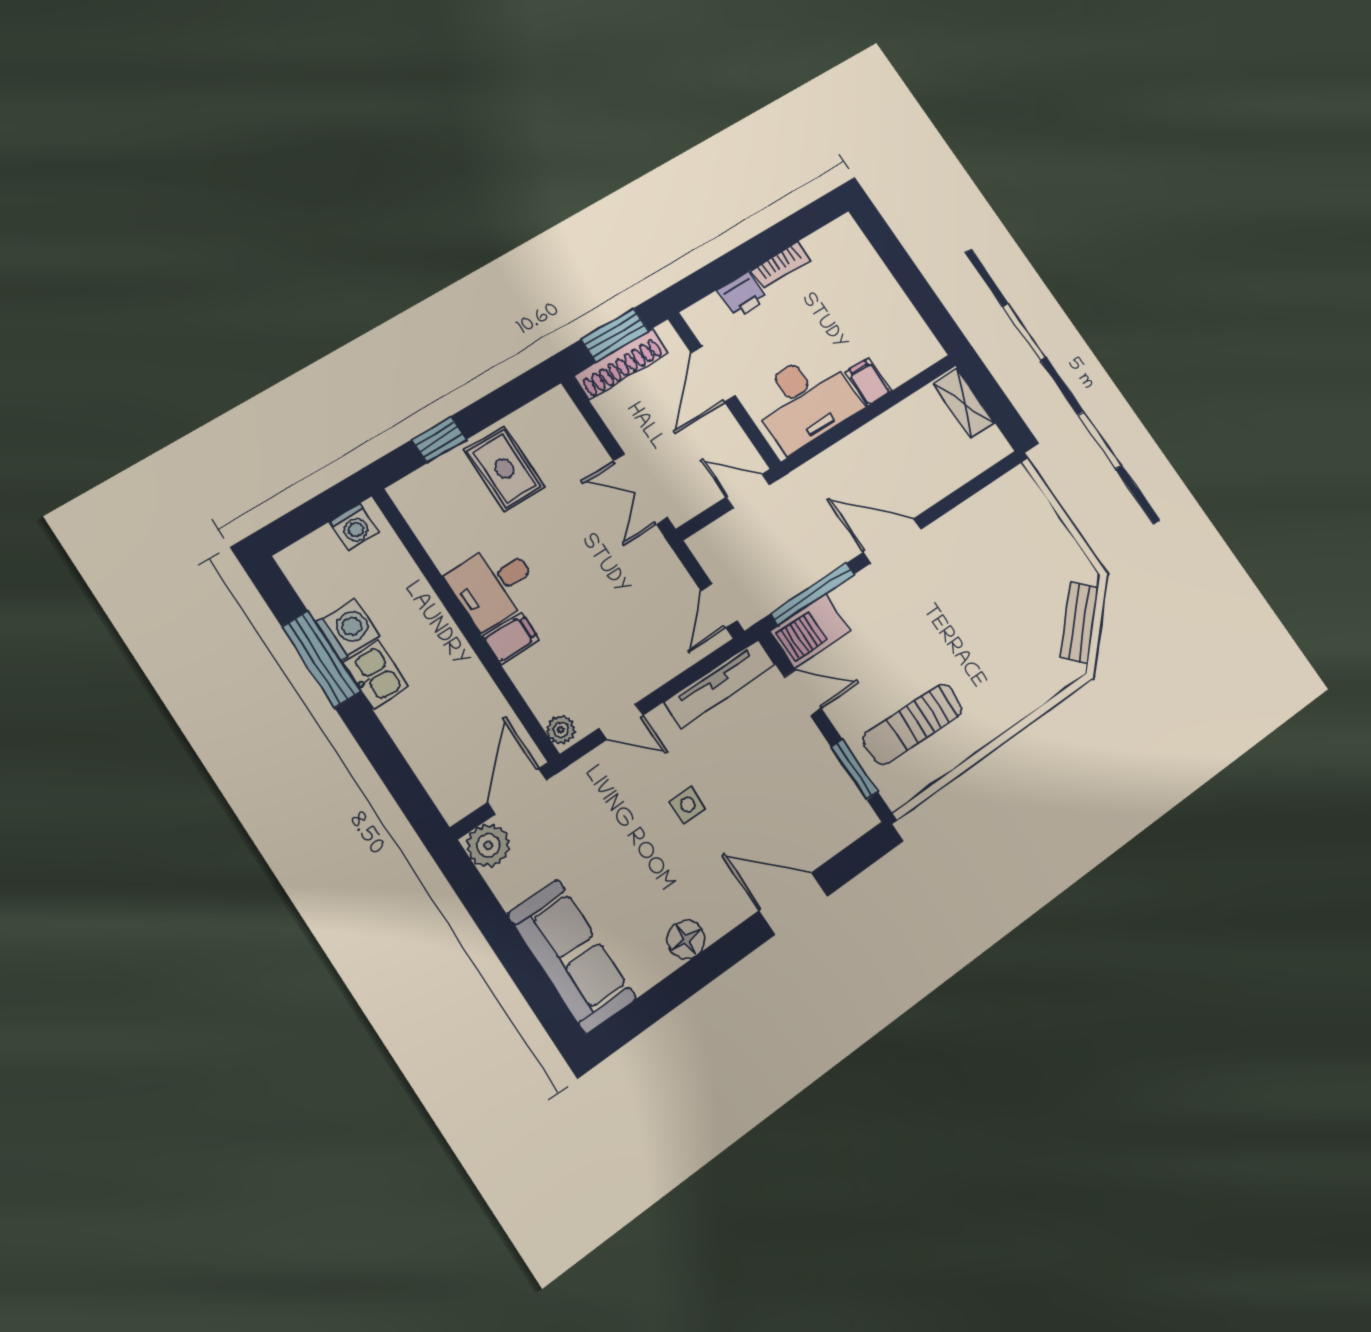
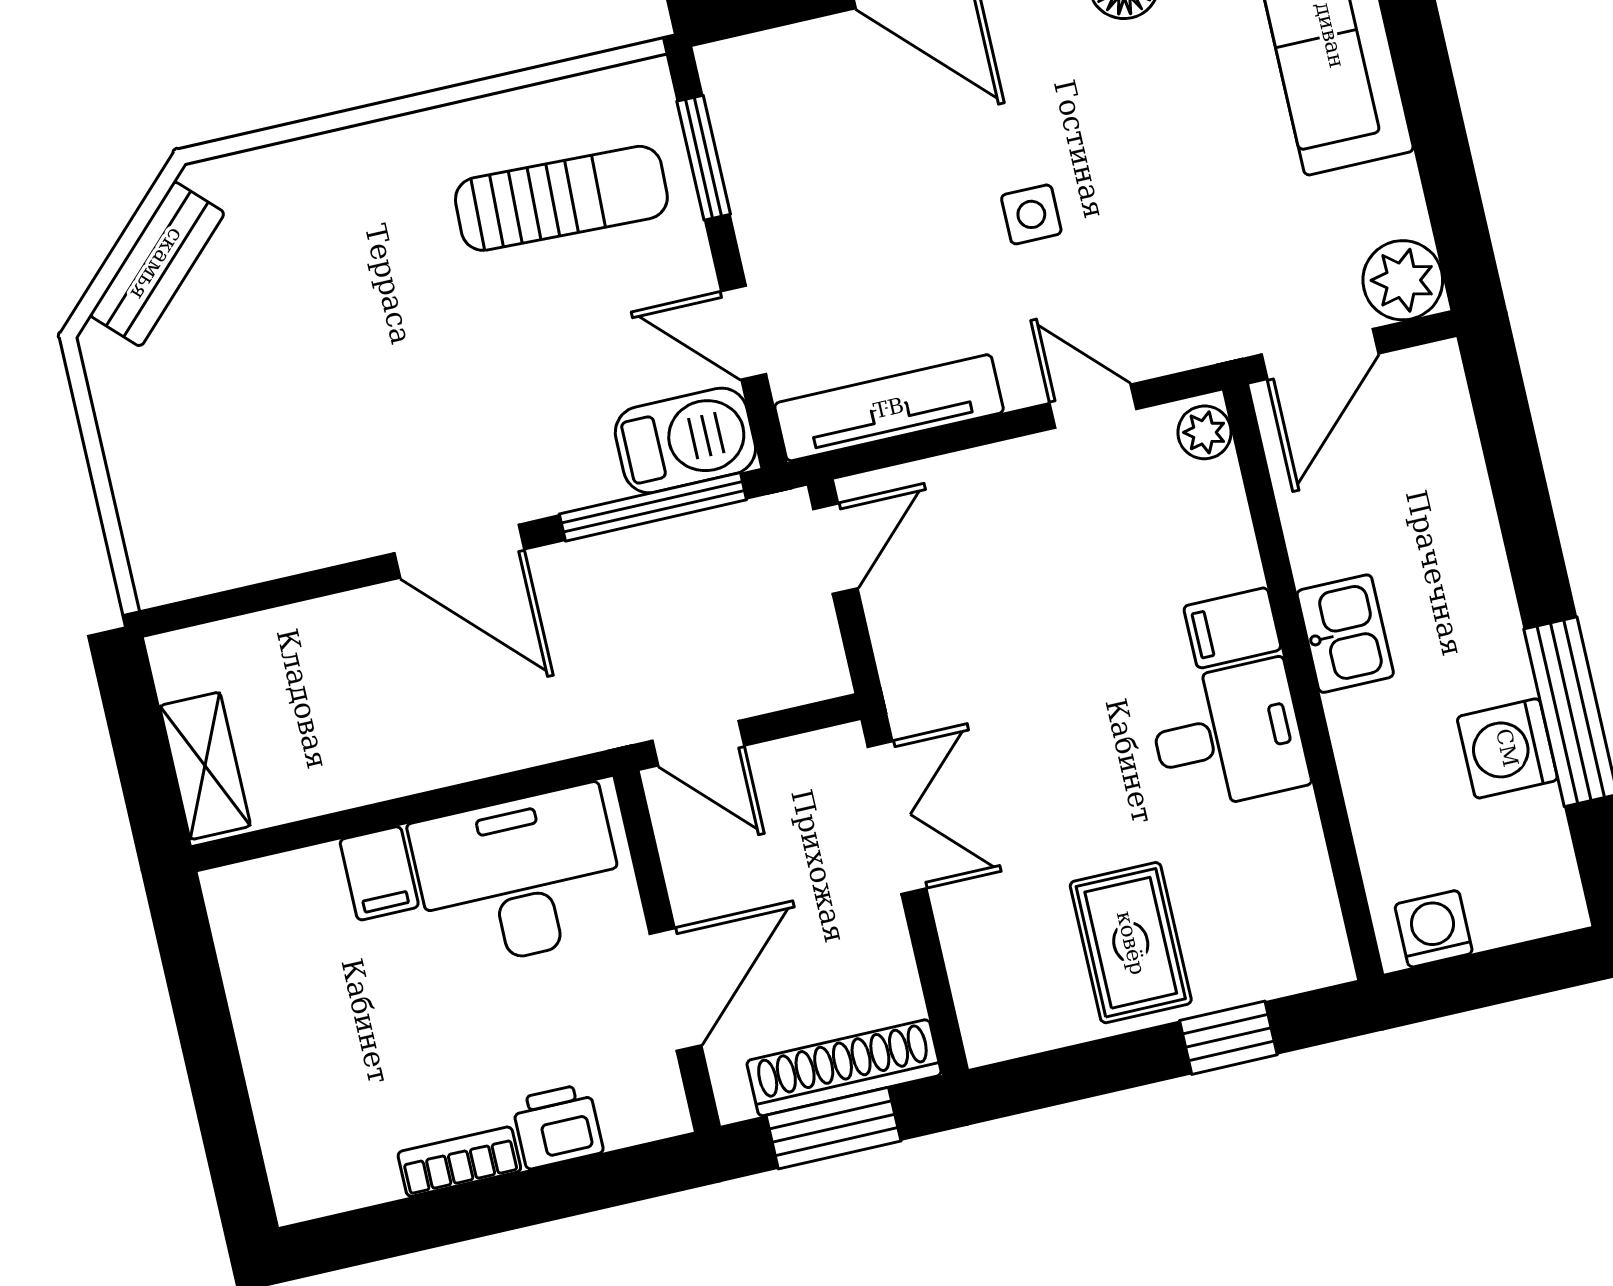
kitchen sink: (375, 675) -> (1345, 634), moved, turned 180

